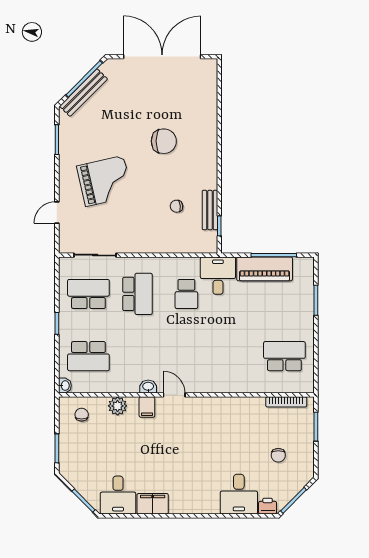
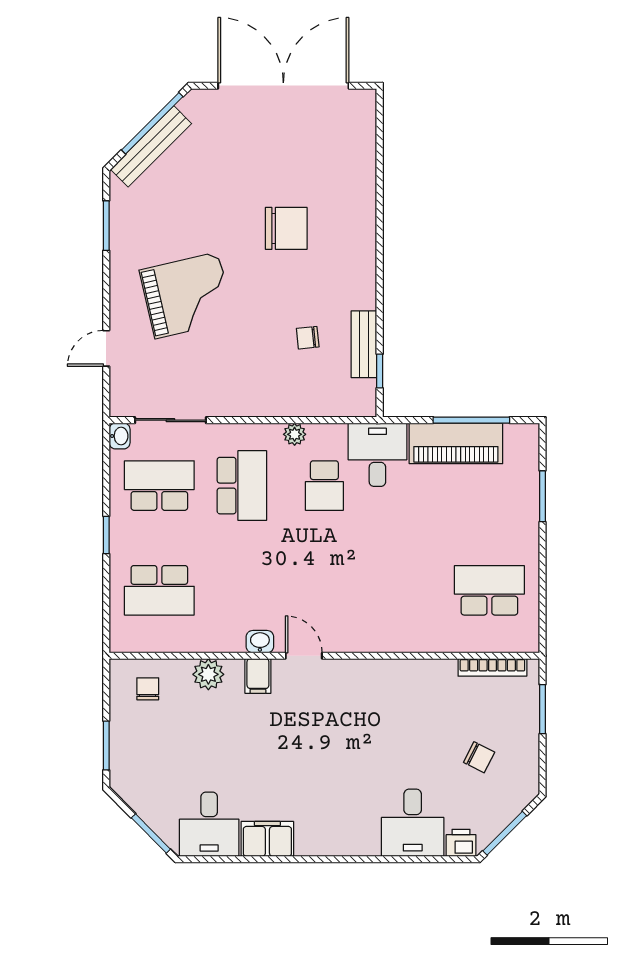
plant: (169, 263) -> (295, 434), added
washbasin: (65, 386) -> (120, 436), moved
chair: (278, 455) -> (479, 757), turned -63

